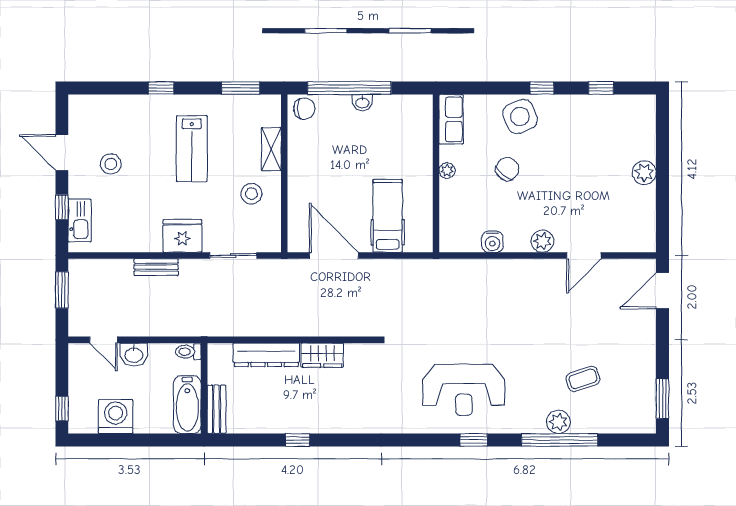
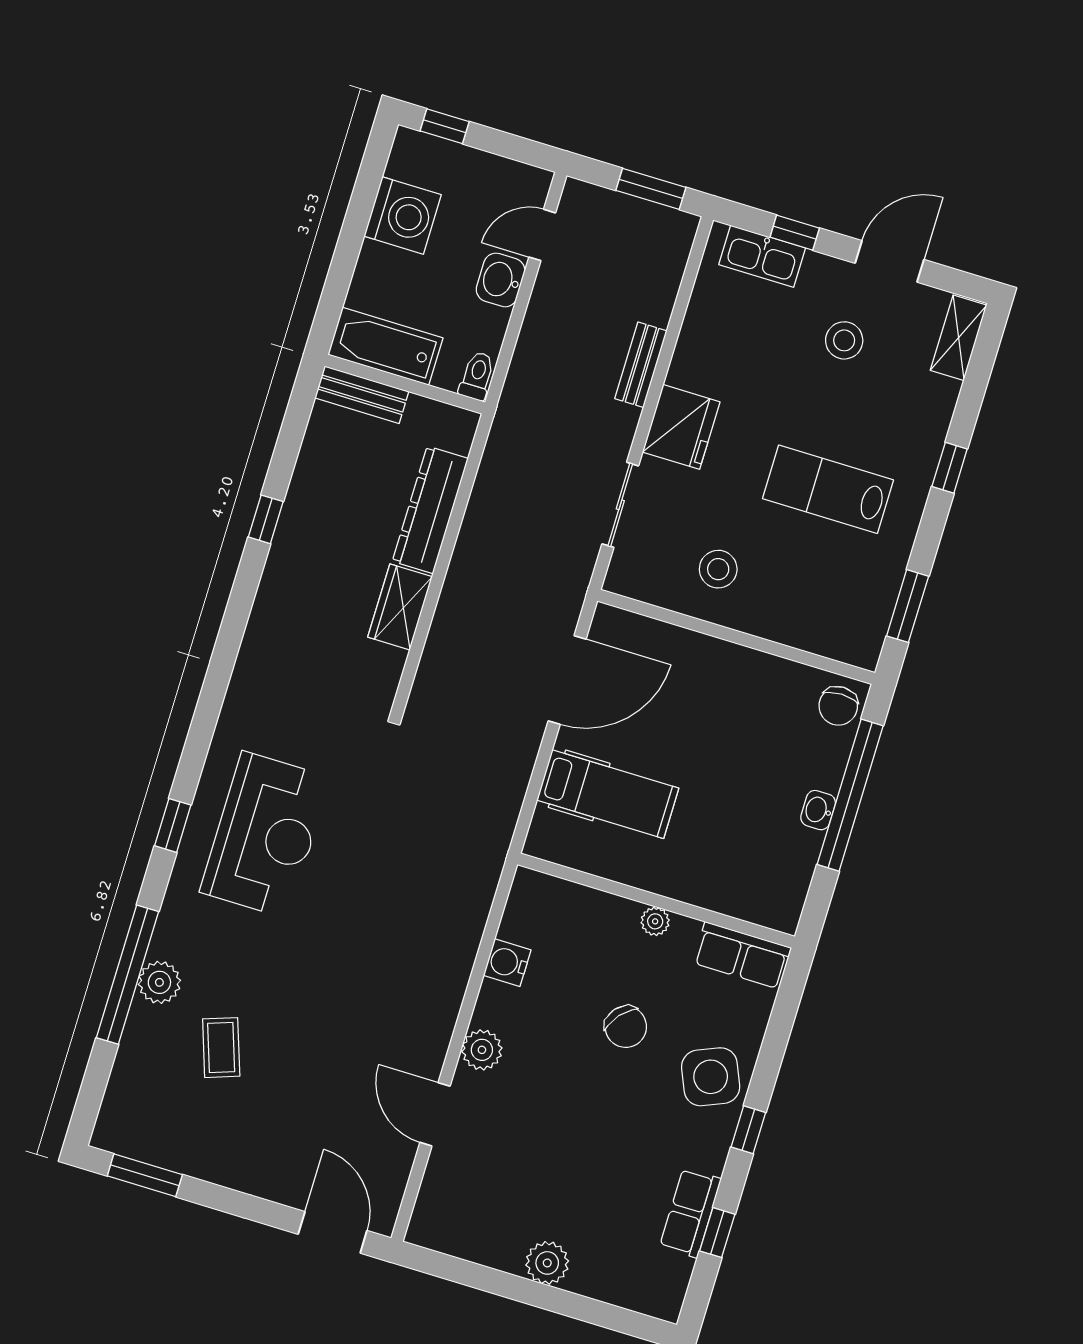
row of seats: (595, 105) -> (690, 1213), added
shelving: (271, 149) -> (959, 338), moved, turned 90
reception desk: (464, 390) -> (265, 835), turned 180

